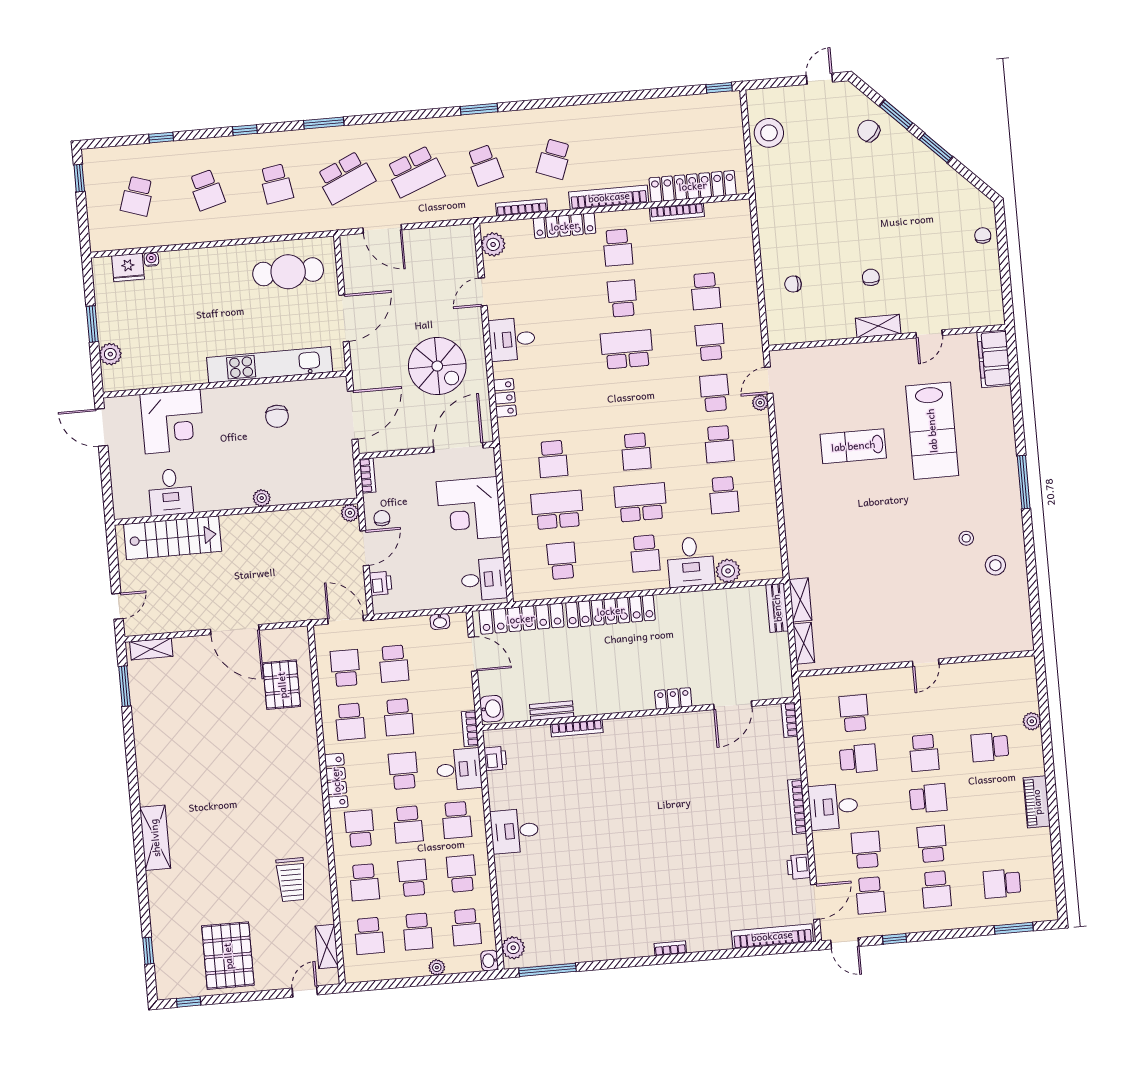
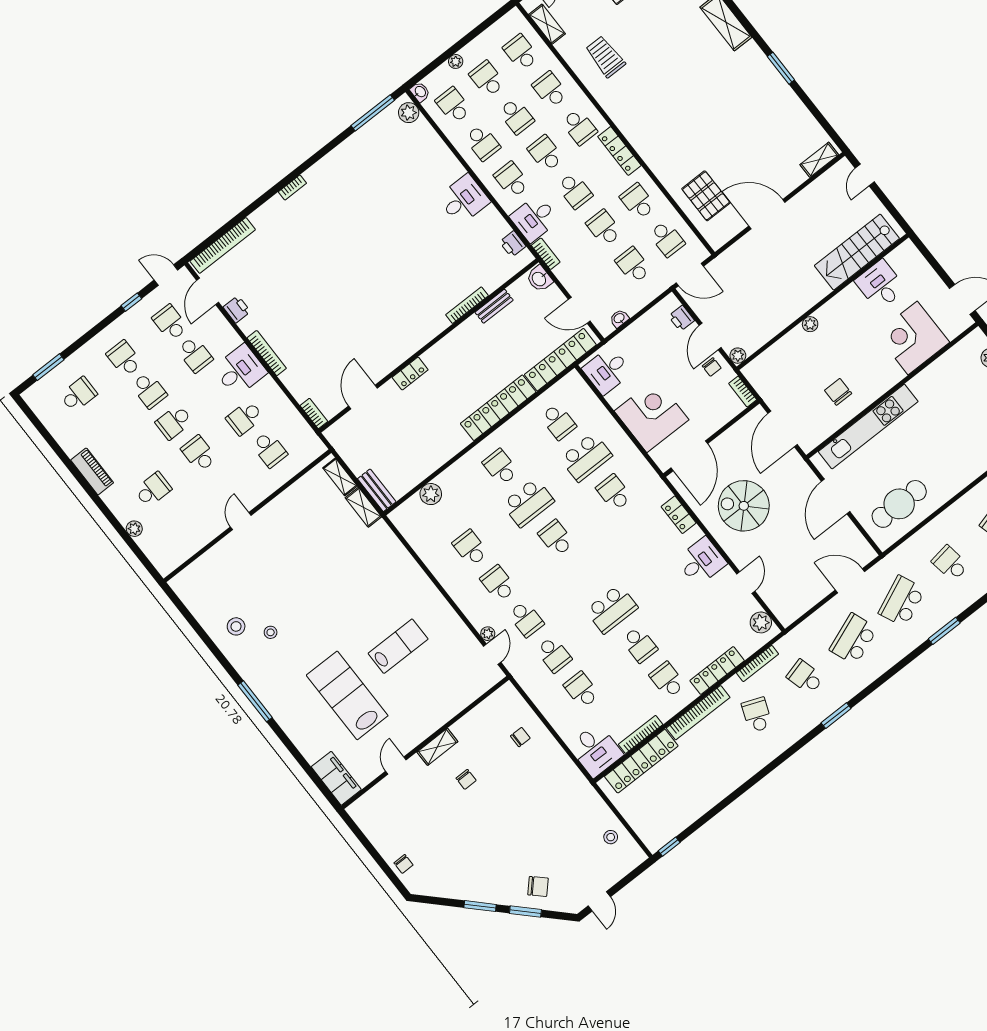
stool: (769, 133) -> (611, 837), width x0.53, depth x0.53
desk: (691, 562) -> (596, 750), moved, turned 180
window: (125, 686) -> (781, 68), moved

